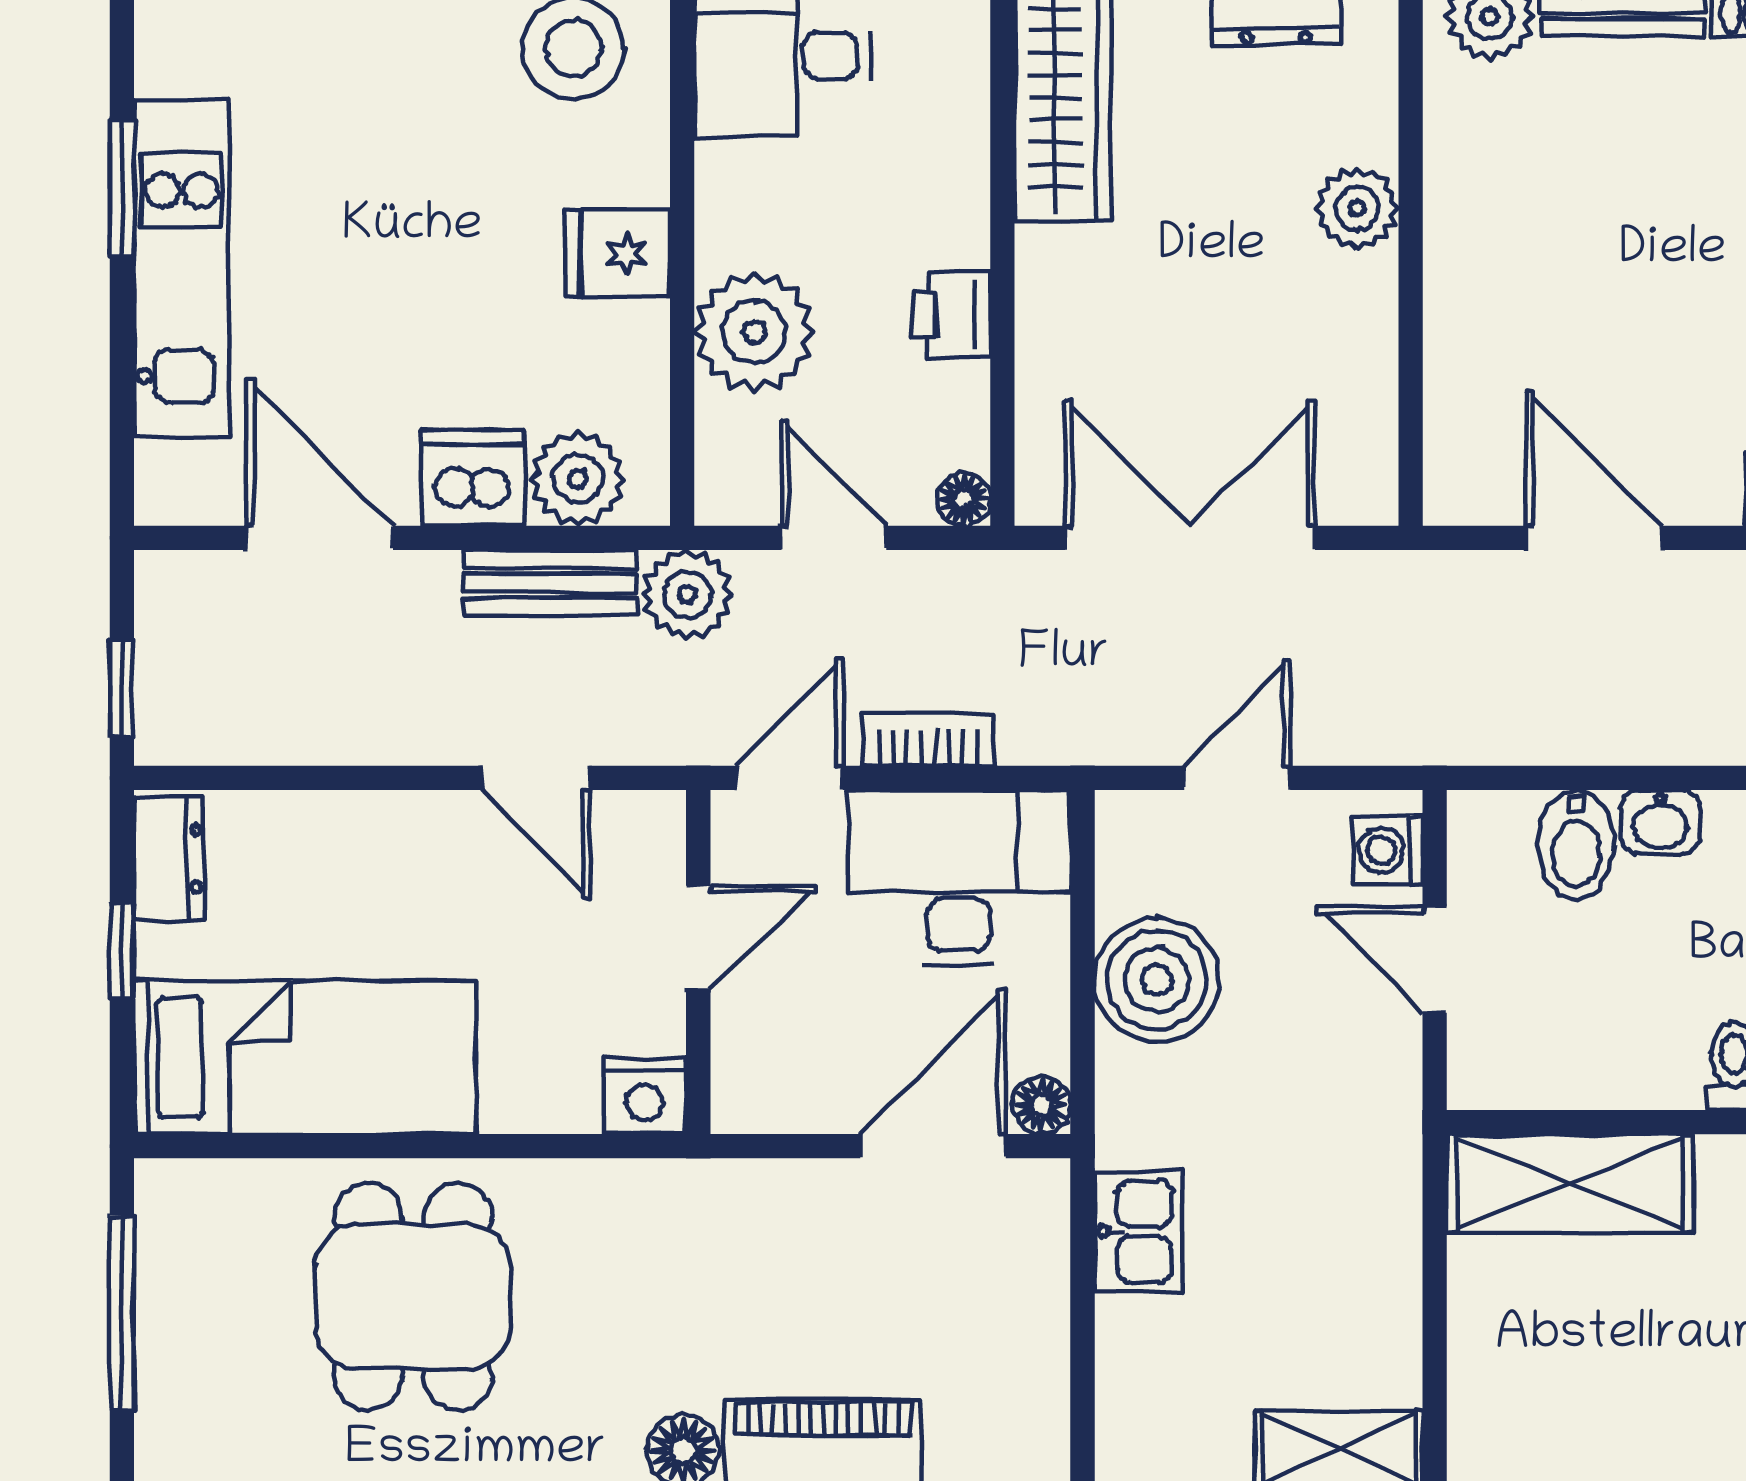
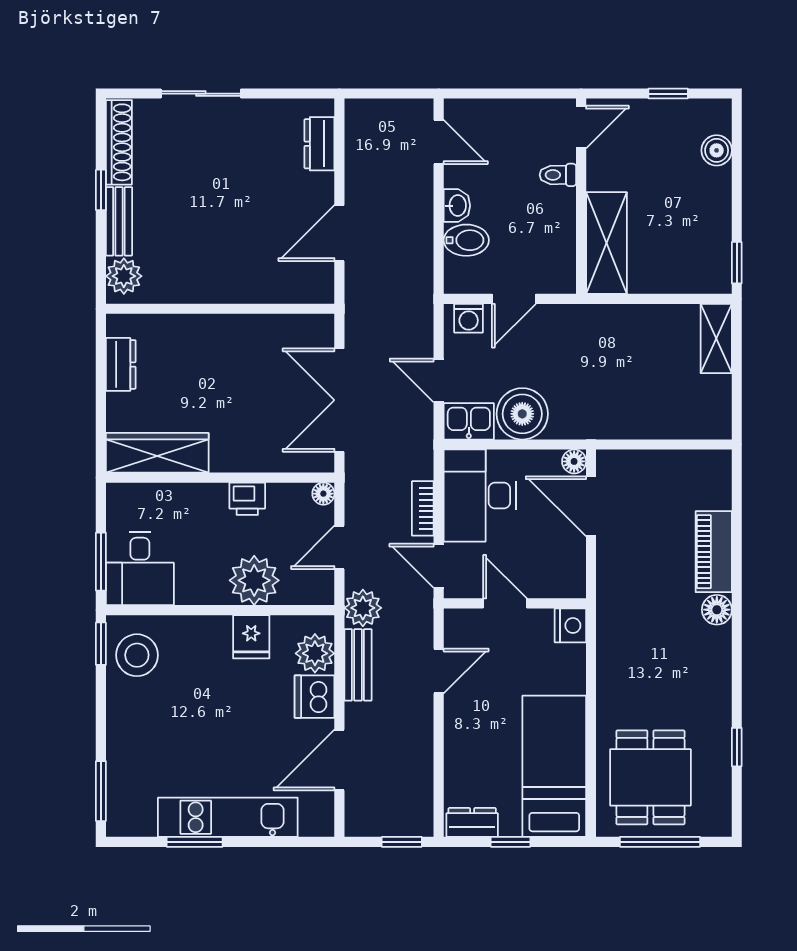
plant: (1357, 208) -> (203, 331), removed
fridge: (618, 254) -> (251, 637), moved
kitchen sink: (1139, 1231) -> (469, 421), moved
dining table: (413, 1297) -> (650, 777), moved, turned 90

